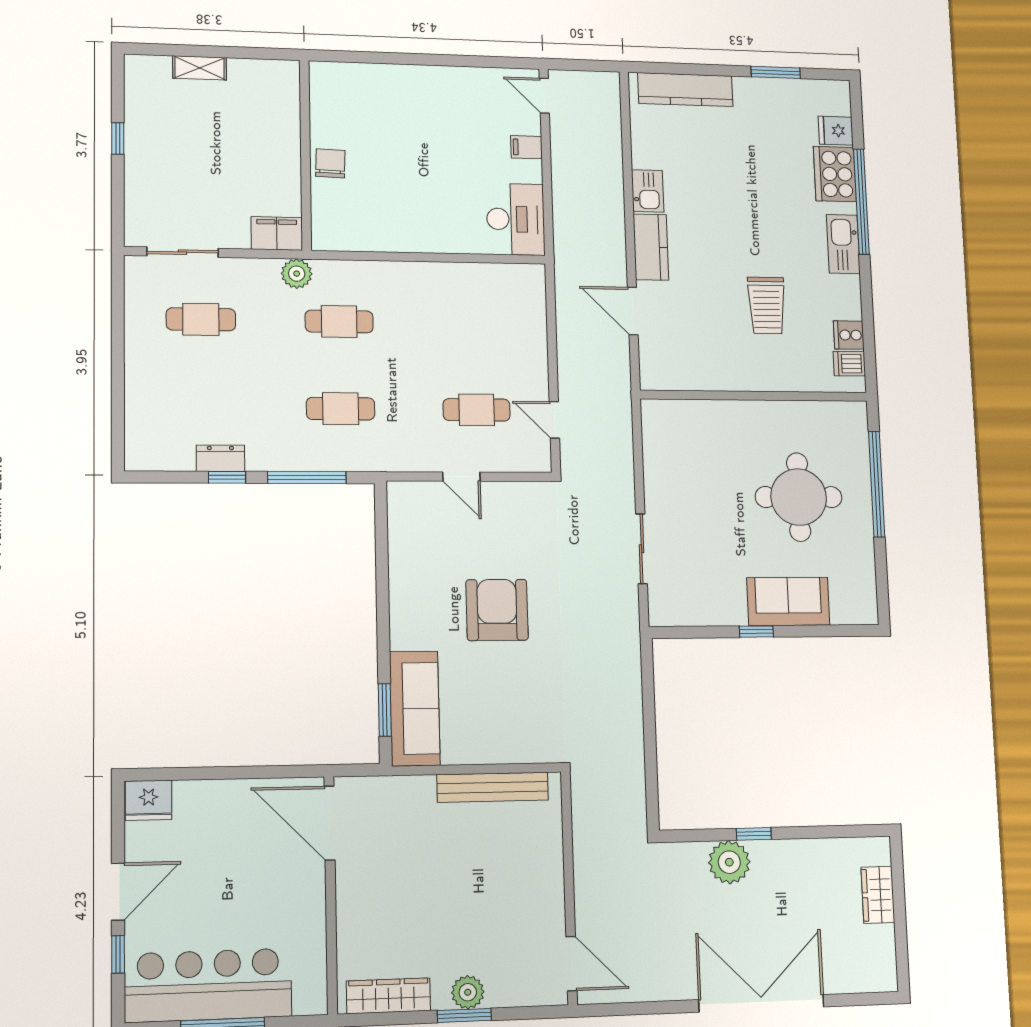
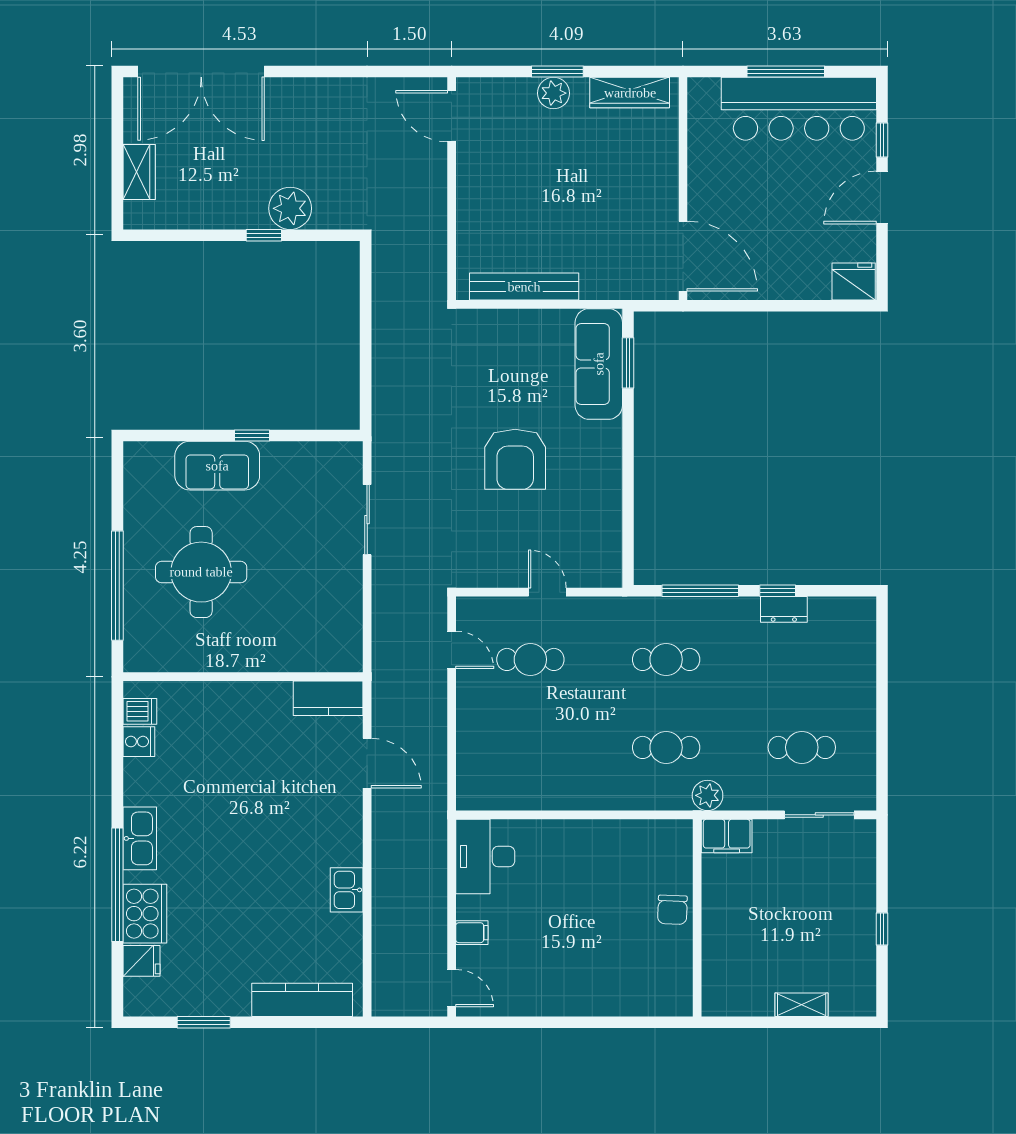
kitchen counter: (651, 247) -> (328, 698), moved, turned -90
trolley: (767, 305) -> (225, 771), removed
double door: (761, 1003) -> (201, 72), moved

